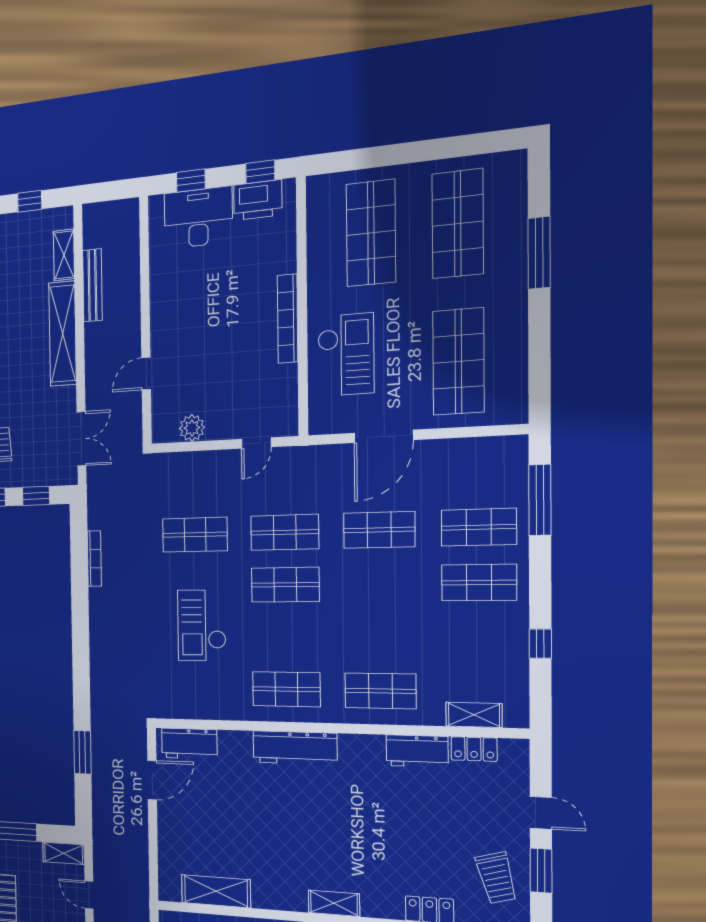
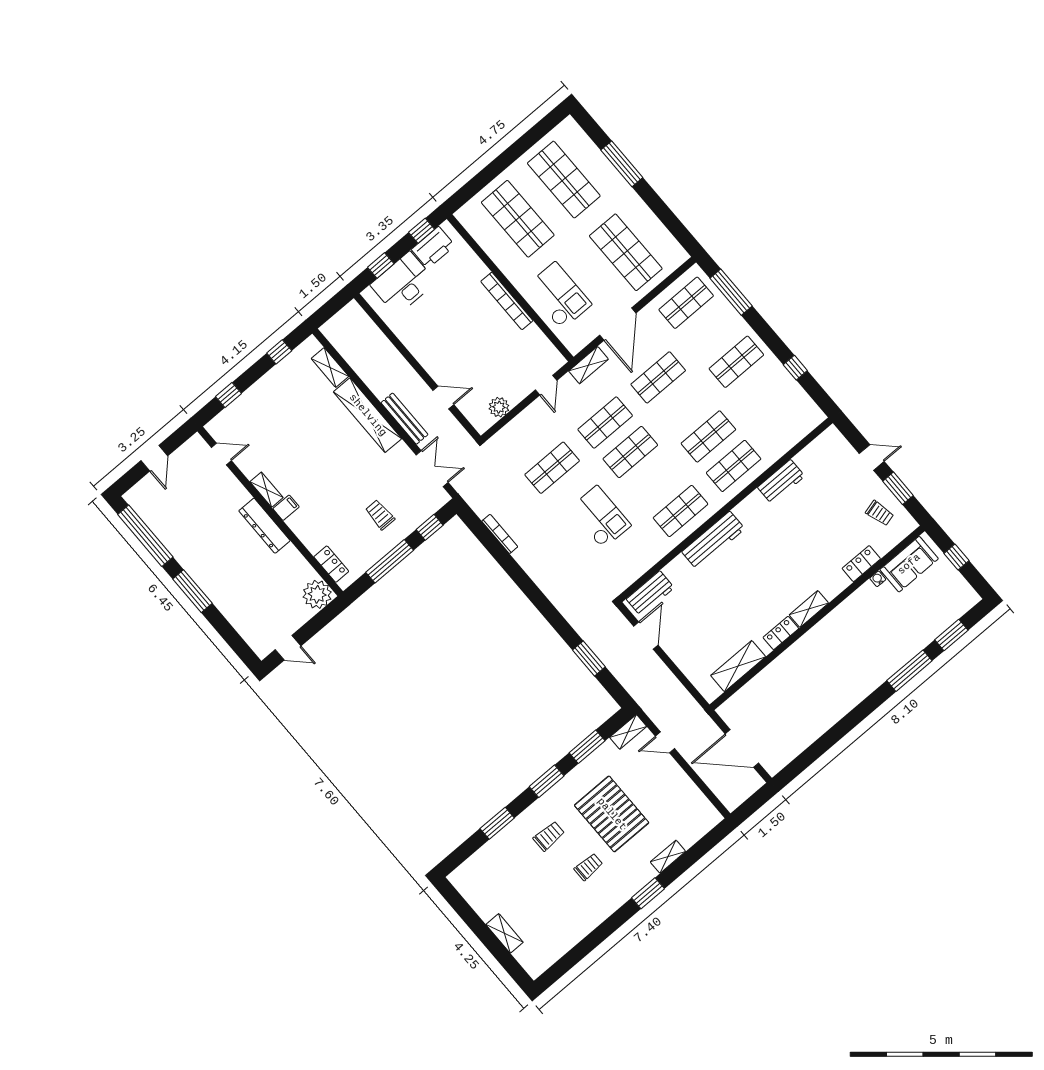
bench: (92, 285) -> (404, 419), moved
door: (146, 374) -> (443, 398), swing flipped
shop shelf: (479, 527) -> (686, 303), moved
checkout: (202, 625) -> (600, 517), turned 180
shop shelf: (380, 637) -> (708, 436), added
shelving: (474, 715) -> (588, 365), moved
locker: (474, 749) -> (781, 633), moved, turned 180
trolley: (496, 878) -> (880, 513), width x0.73, depth x0.72

